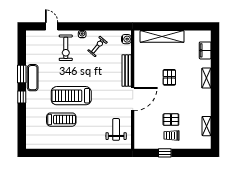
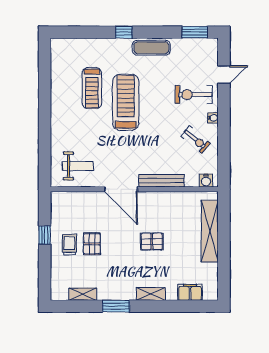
window: (22, 74) -> (195, 32), moved
window: (215, 103) -> (116, 306), added

